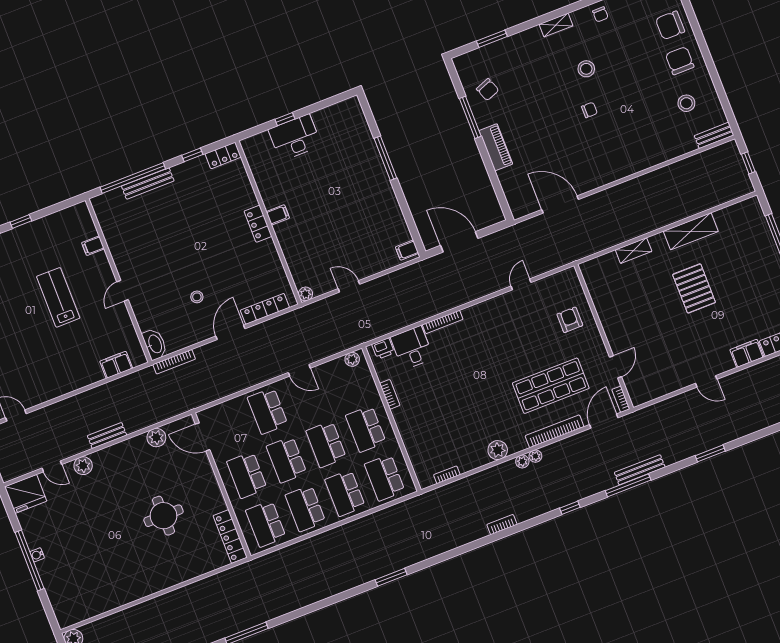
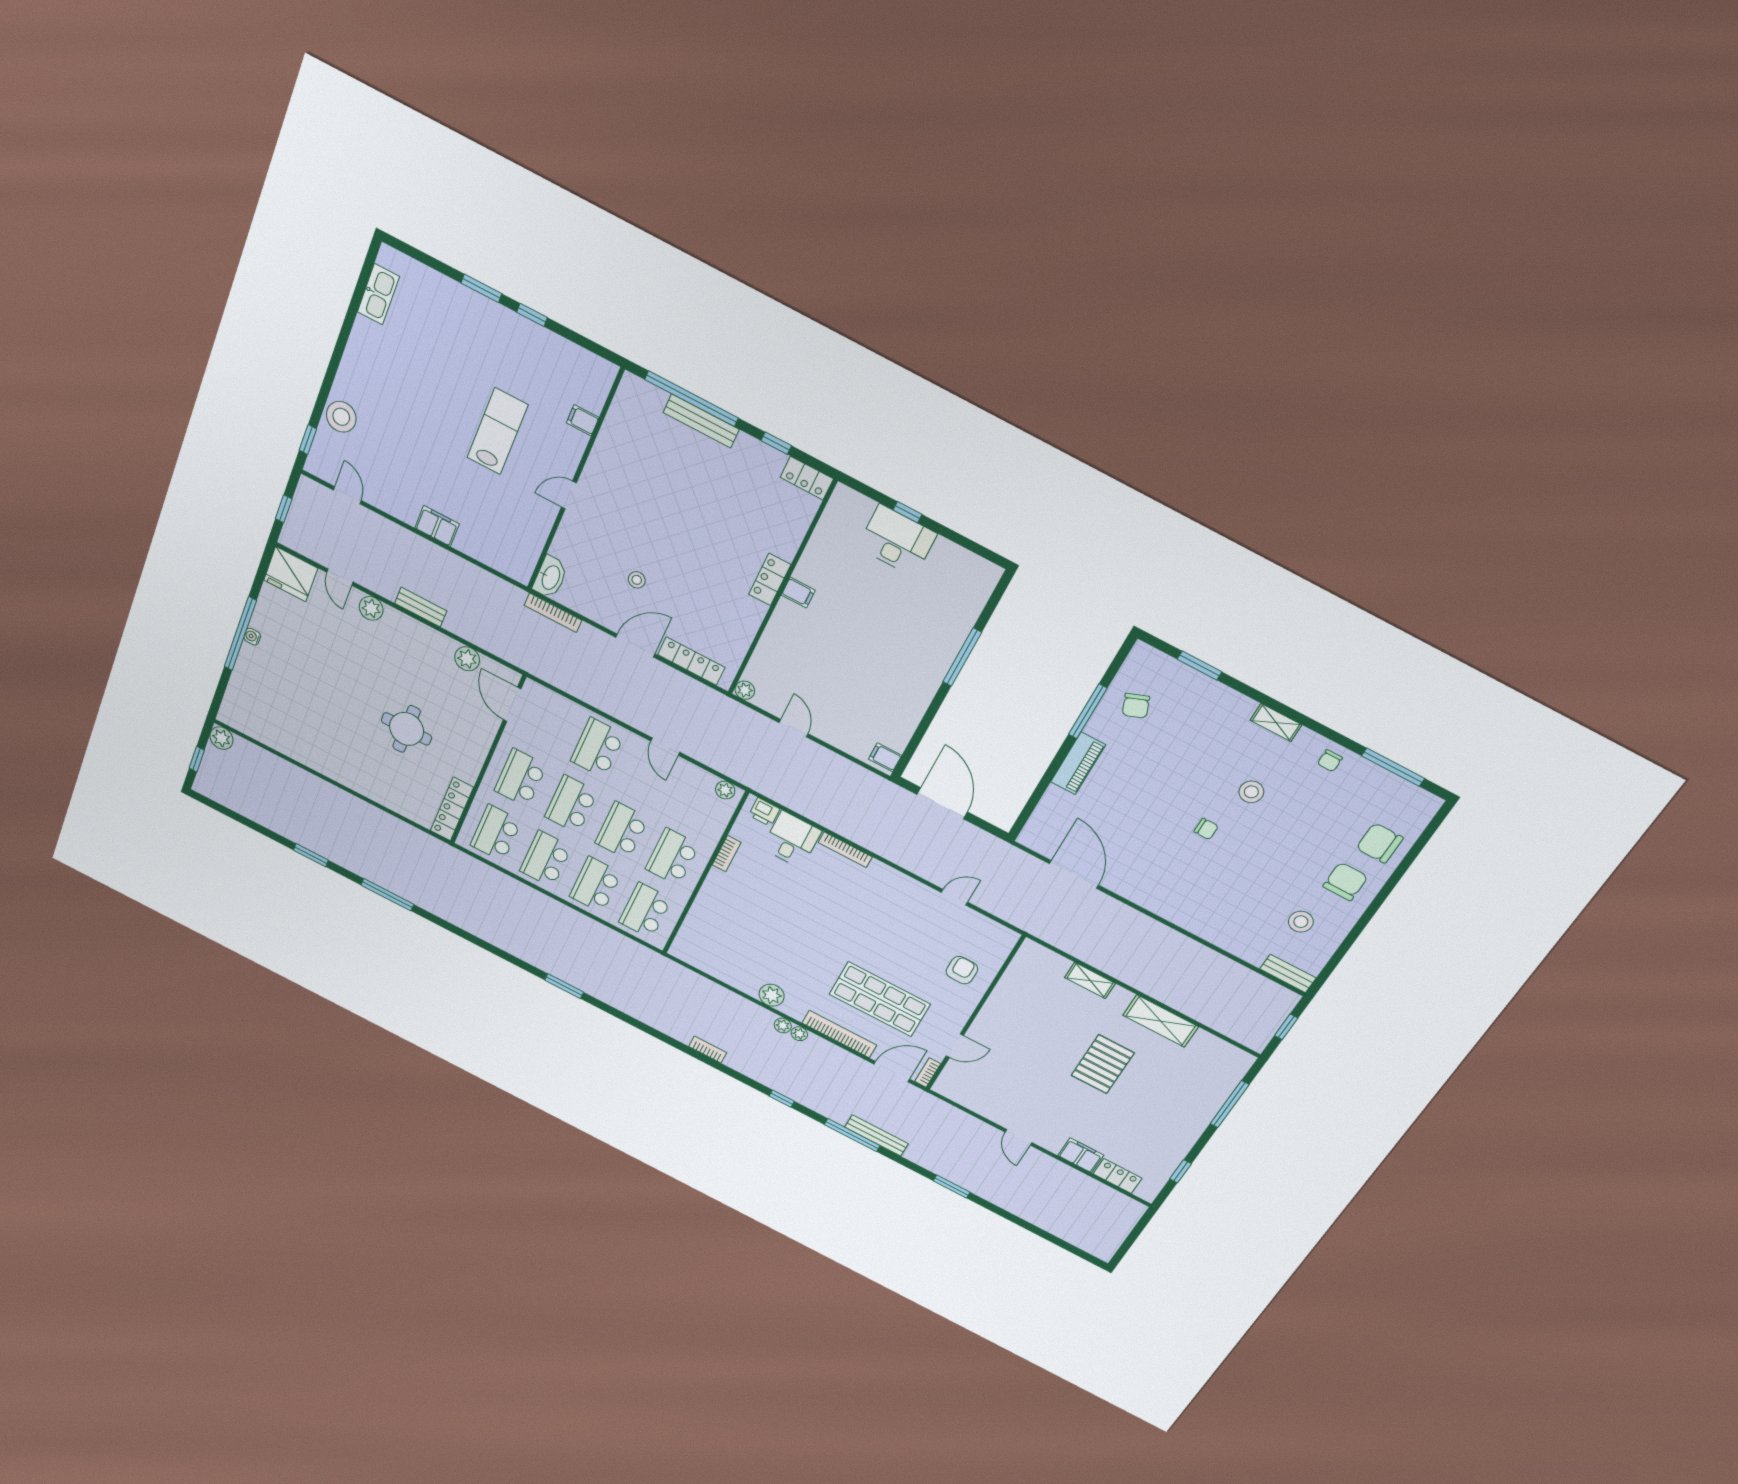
filing cabinet: (116, 365) -> (437, 526), moved
bookcase: (447, 475) -> (704, 966), removed

